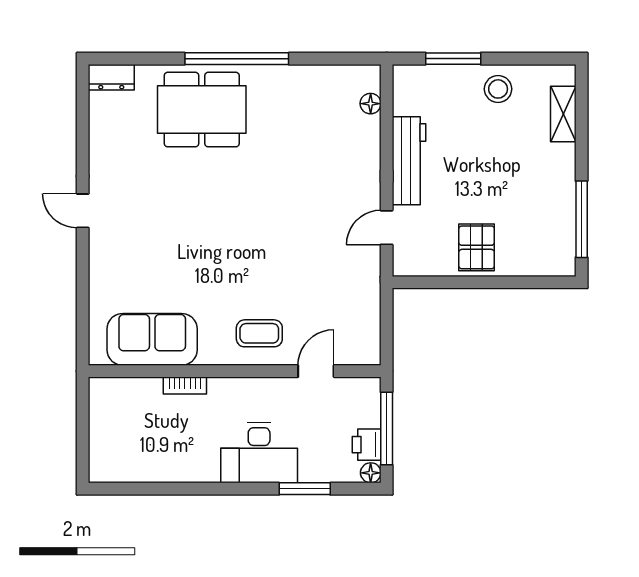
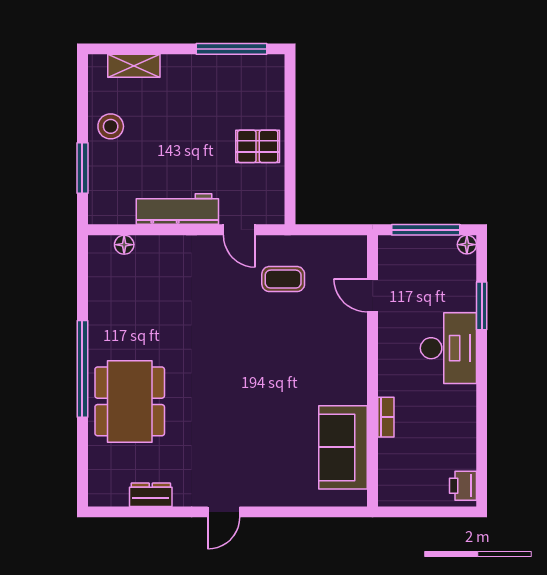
dresser: (111, 77) -> (151, 495), moved, turned -90
coffee table: (259, 333) -> (283, 279), moved, turned 90
printer: (367, 445) -> (463, 486), moved, turned 90

